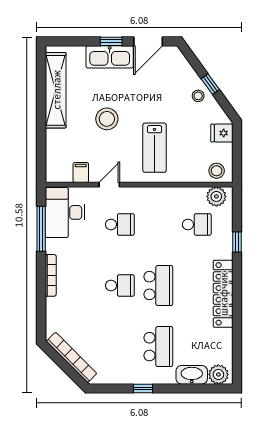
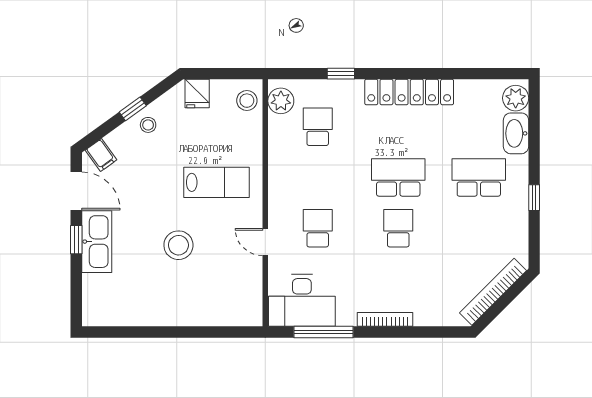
shelving: (56, 90) -> (141, 313), removed
filing cabinet: (81, 173) -> (101, 155), moved, turned -126

